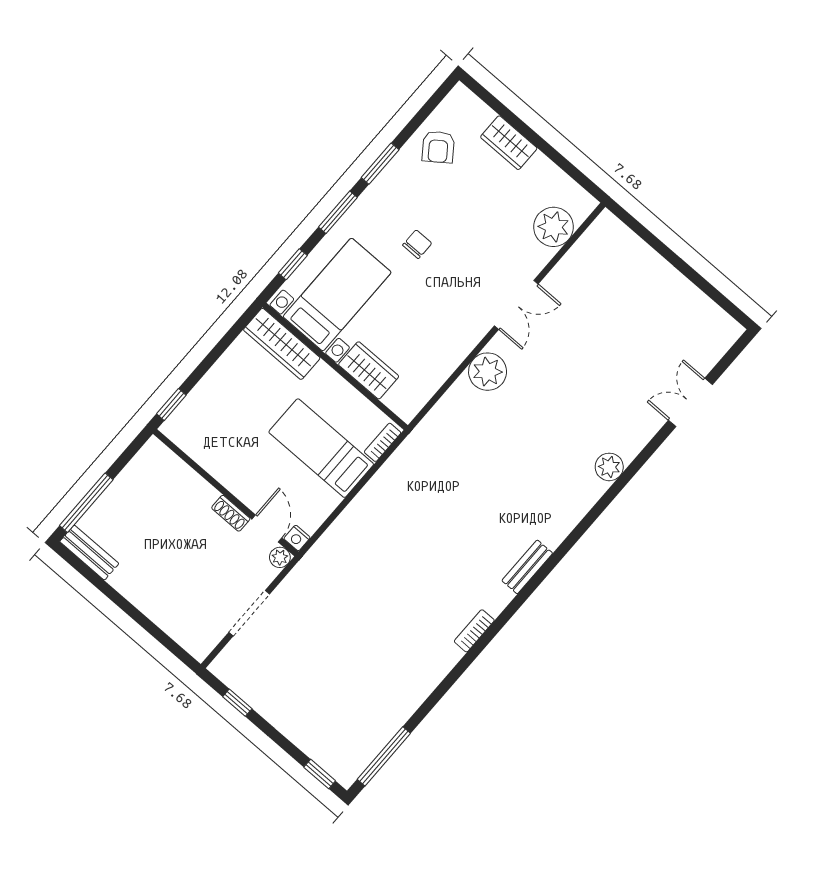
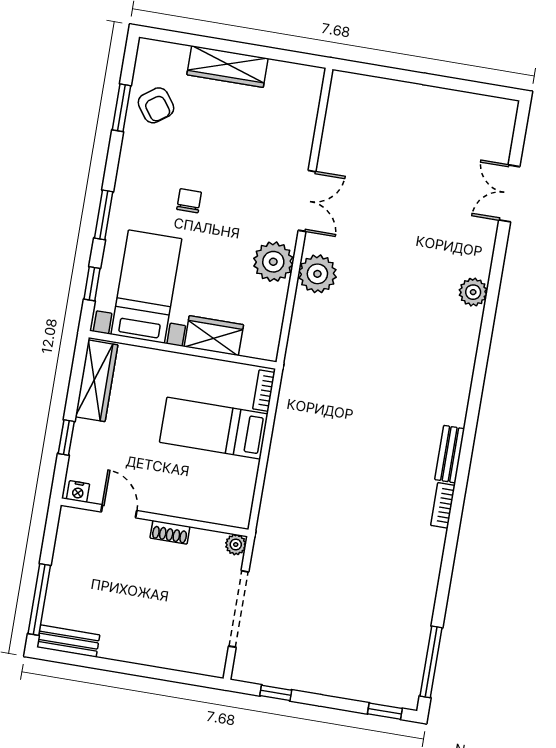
wardrobe: (509, 143) -> (227, 67), width x1.50
window: (380, 164) -> (121, 108), moved
plant: (554, 227) -> (273, 262), moved
wardrobe: (282, 344) -> (96, 381), moved, turned -90
window: (171, 405) -> (66, 438), moved
door: (267, 528) -> (119, 511), moved
nightstand: (297, 538) -> (78, 492), moved
bench: (527, 567) -> (450, 454), moved
doorway: (249, 613) -> (239, 609), width x1.36

